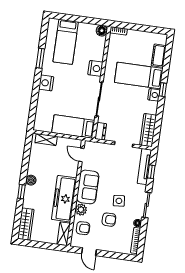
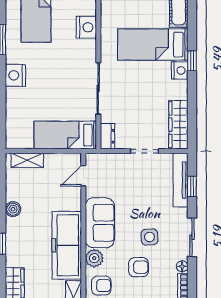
nightstand: (95, 68) -> (86, 27), moved
door: (81, 155) -> (83, 176), hinge flipped
boiler: (31, 180) -> (13, 209), moved

